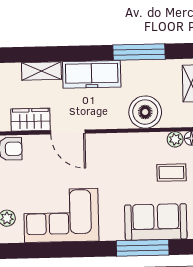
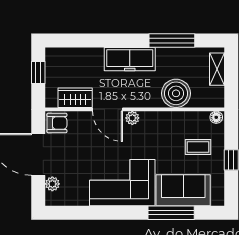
shelving: (41, 71) -> (86, 55), removed
plant: (175, 139) -> (132, 118), moved
corner sofa: (61, 215) -> (122, 183), moved

